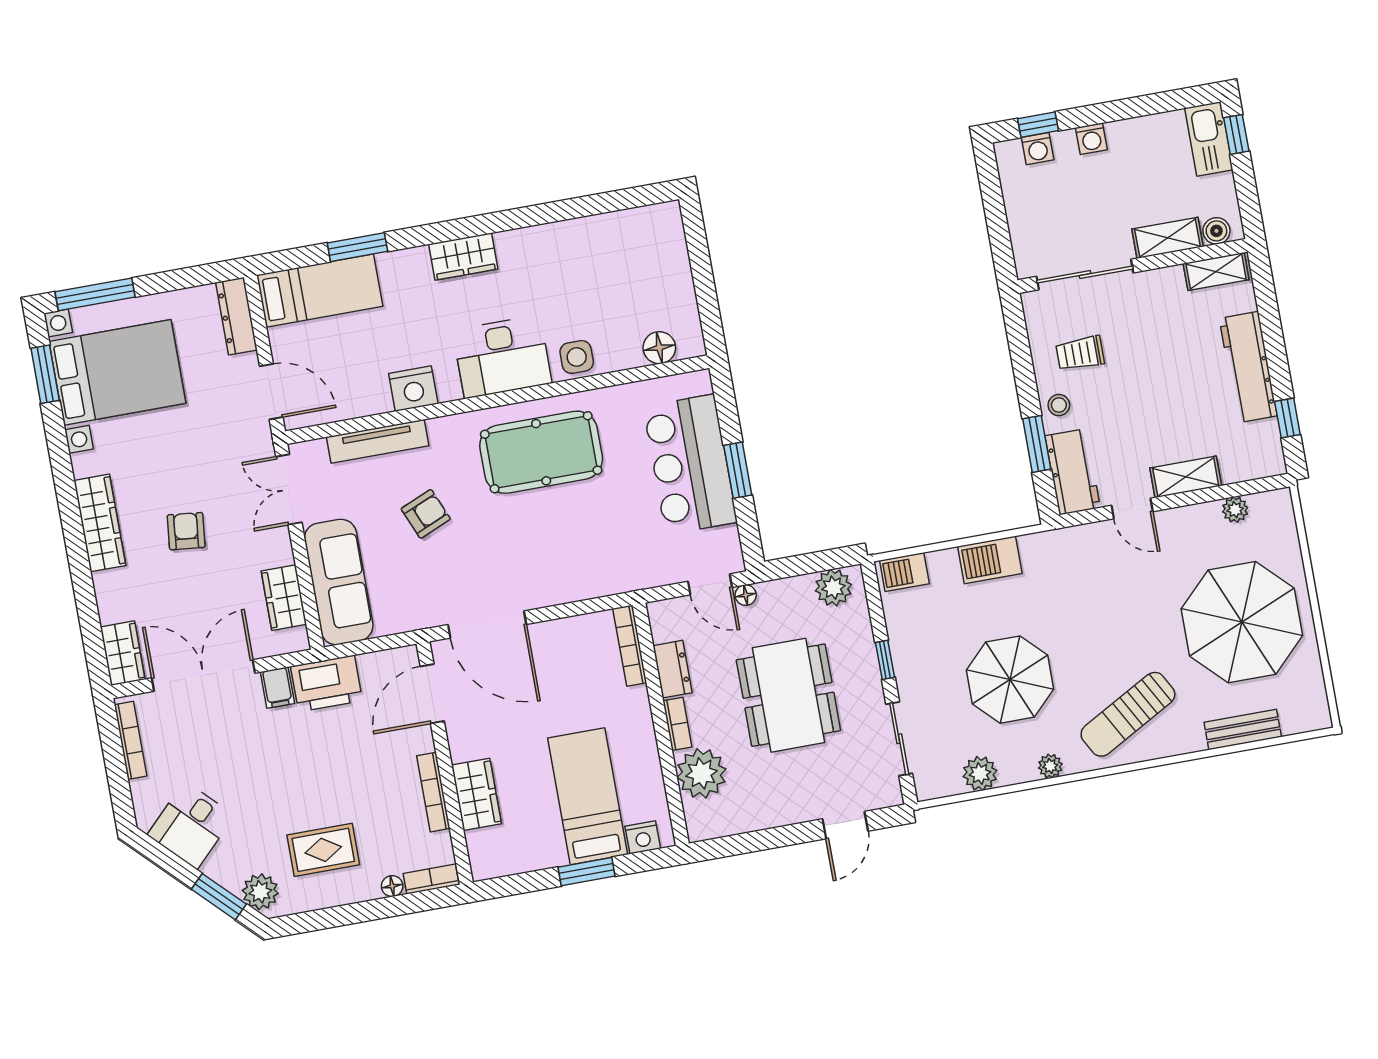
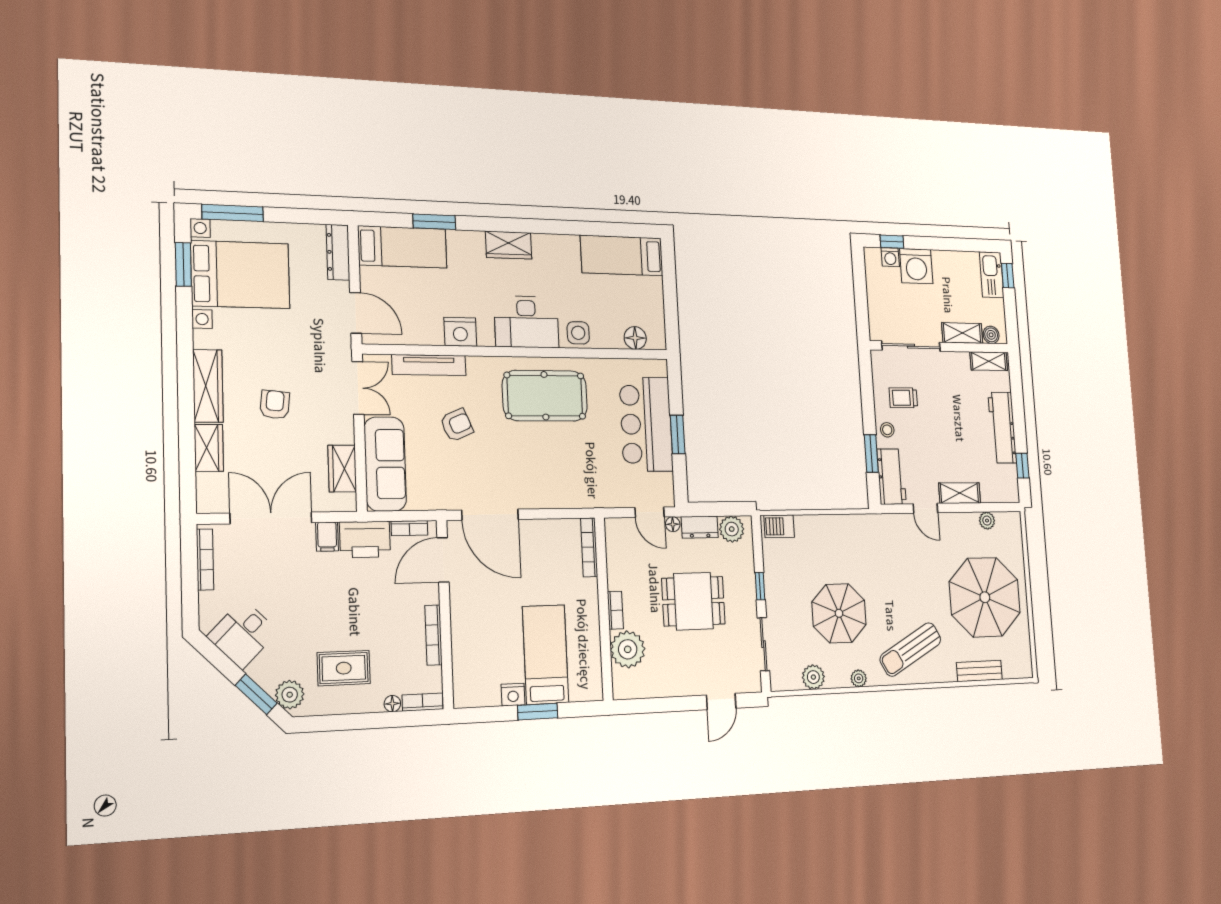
washing machine: (1091, 139) -> (916, 266), width x1.89, depth x1.89
bed: (625, 236) -> (622, 255), added
double door: (289, 490) -> (358, 388), swing flipped
barbecue: (990, 560) -> (834, 528), removed
wardrobe: (123, 653) -> (209, 448), moved
bookcase: (382, 660) -> (409, 528), added
dresser: (673, 669) -> (700, 527), moved, turned 90
dining table: (788, 695) -> (693, 601), width x0.73
wardrobe: (476, 794) -> (465, 641), removed
nightstand: (643, 837) -> (513, 695), moved

